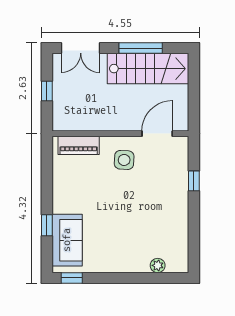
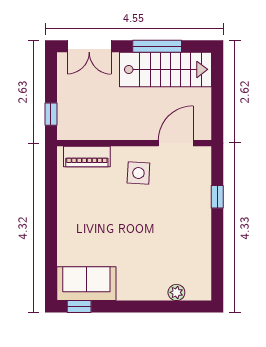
window: (47, 91) -> (51, 114), moved
window: (47, 225) -> (51, 247), removed
sofa: (67, 240) -> (86, 284), moved, turned -90

